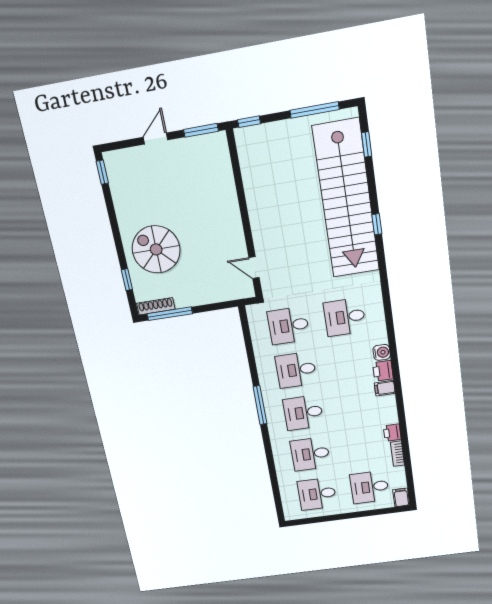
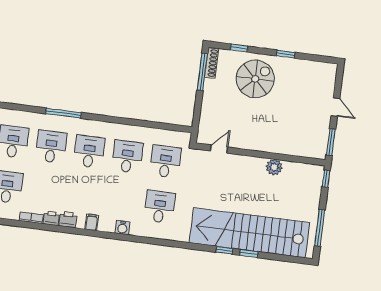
window: (367, 145) -> (249, 253), moved
window: (102, 172) -> (286, 54), moved
plant: (255, 193) -> (274, 167), added
printer: (383, 371) -> (68, 220), moved
window: (260, 405) -> (63, 113), moved

